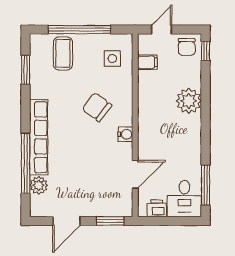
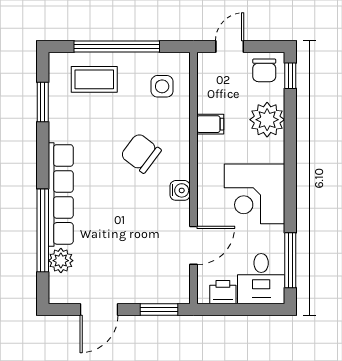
coffee table: (63, 53) -> (94, 79), turned 90
filing cabinet: (147, 62) -> (210, 124), moved
plant: (189, 101) -> (267, 120), moved
corner desk: (180, 137) -> (255, 194), added

